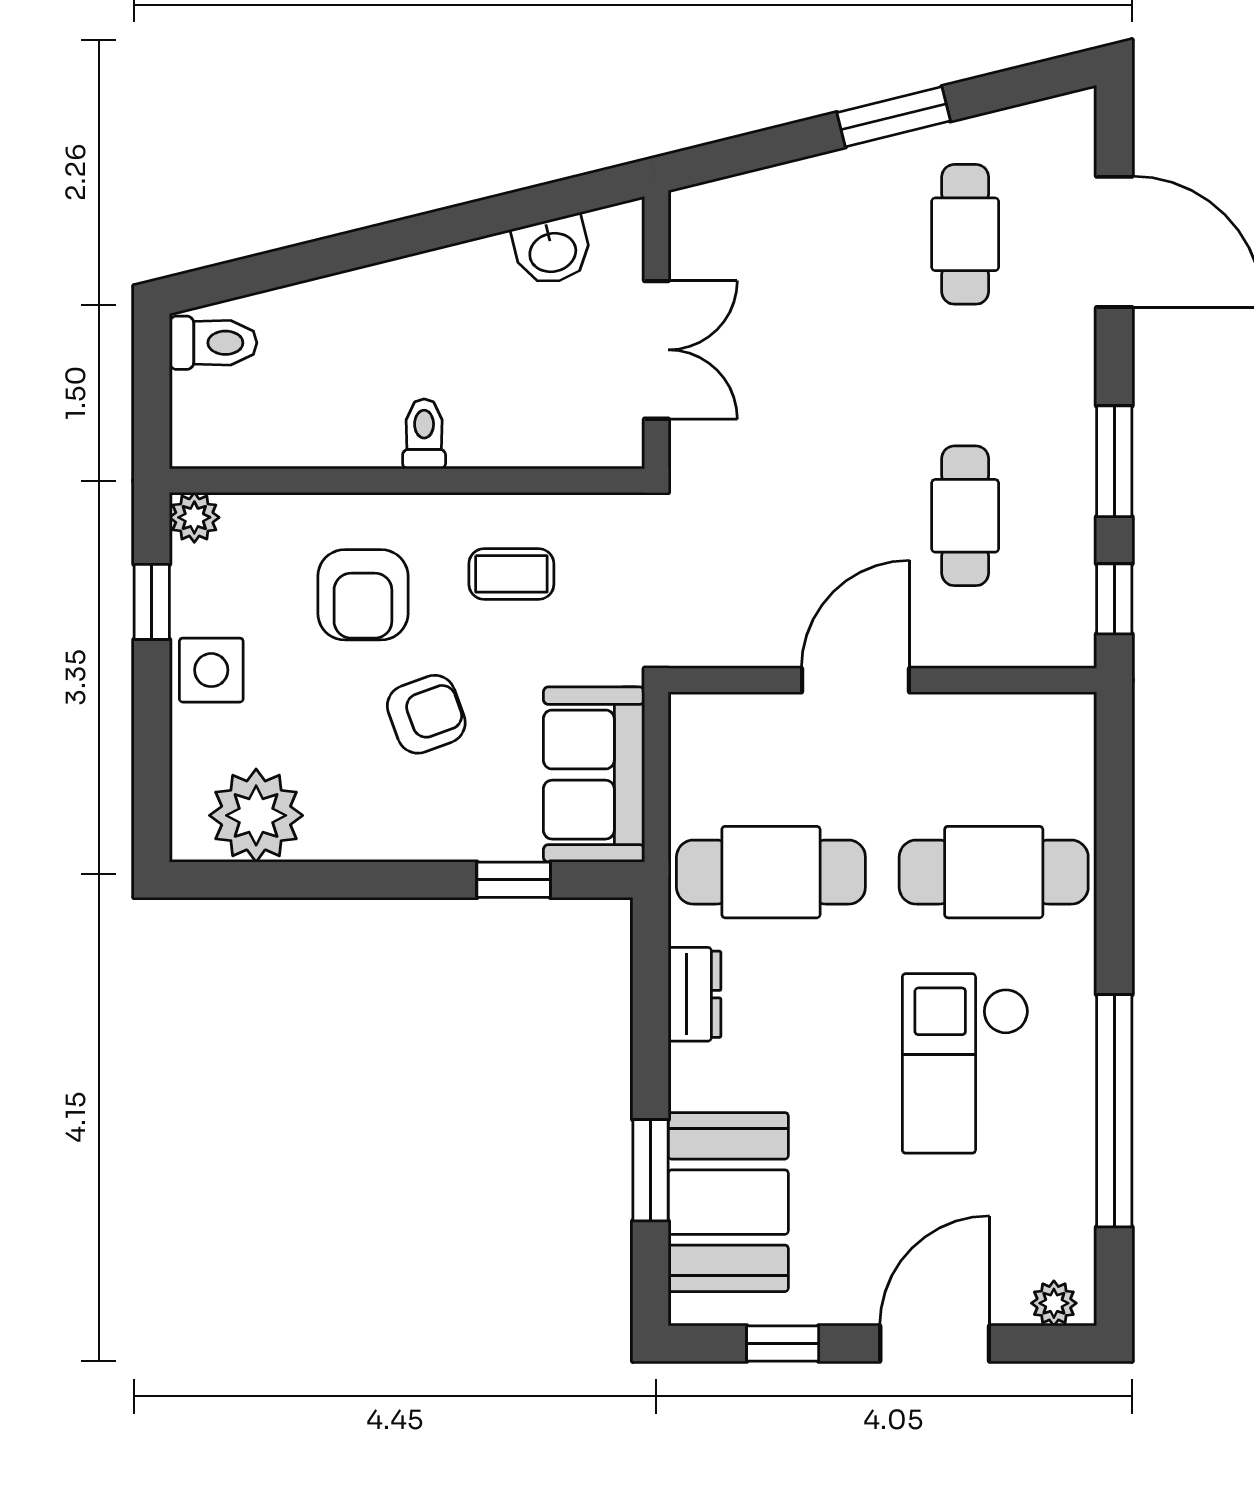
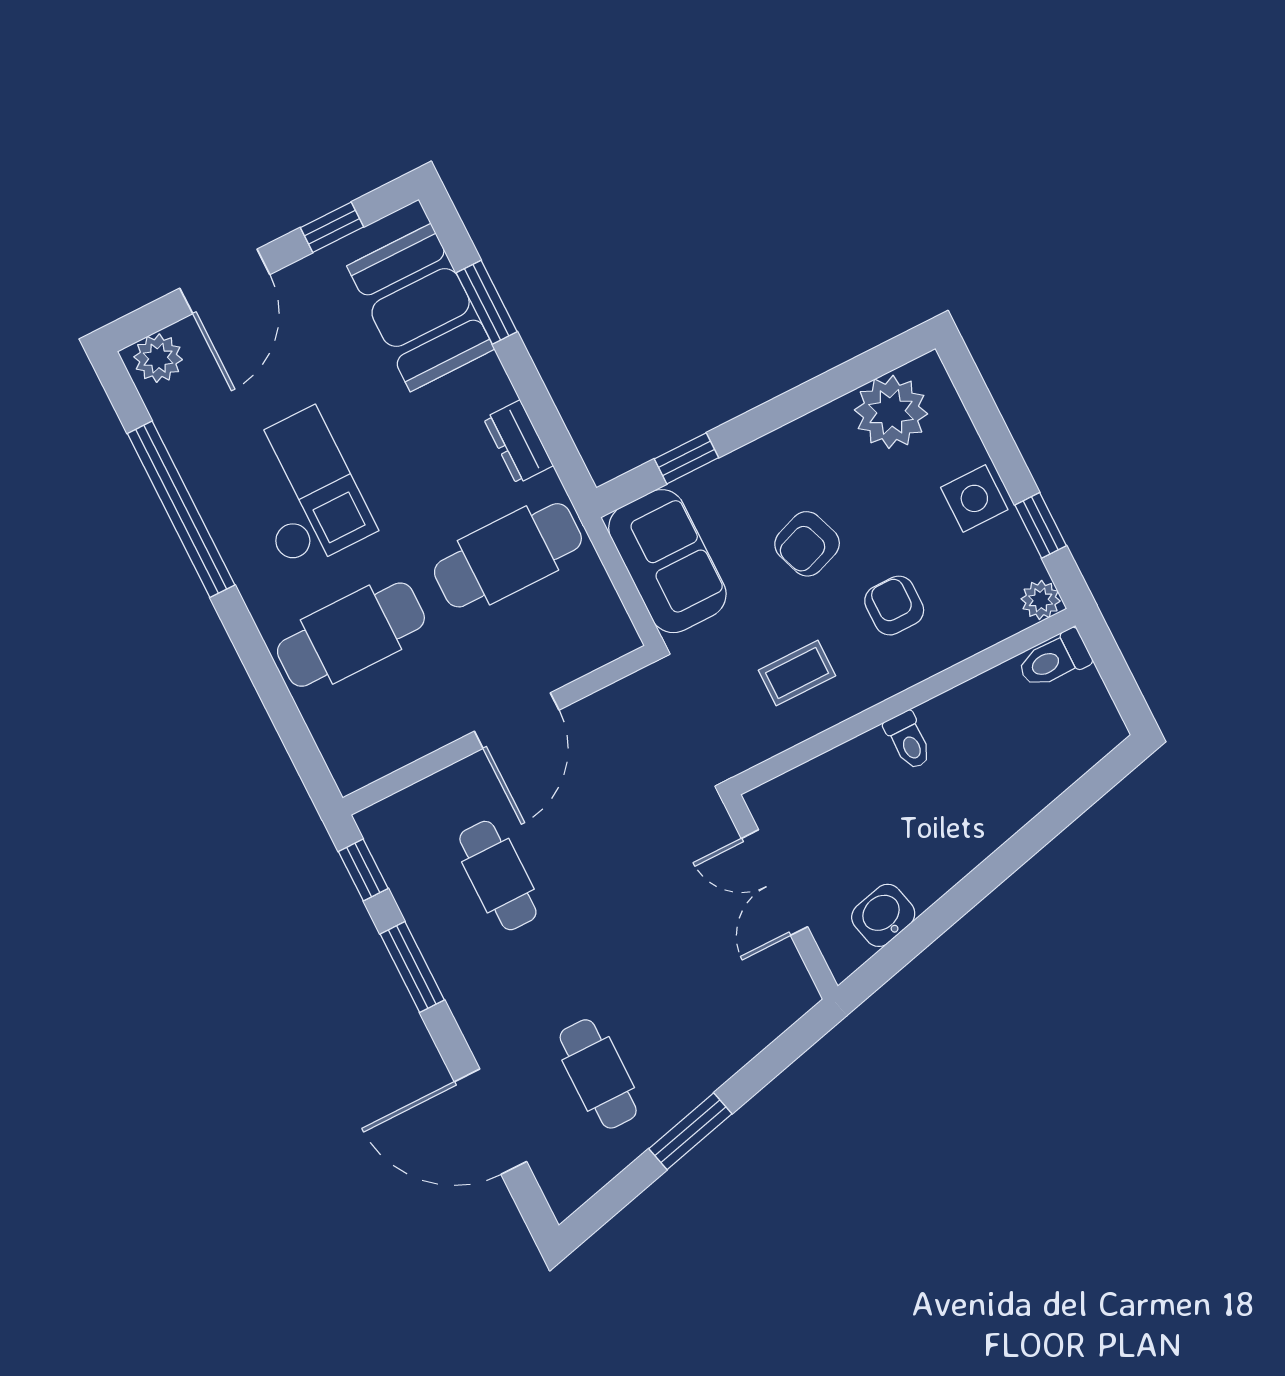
toilet: (213, 343) -> (1054, 660), moved
armchair: (363, 595) -> (894, 606), width x0.72, depth x0.72
plant: (1054, 1303) -> (158, 358), width x1.38, depth x1.38

